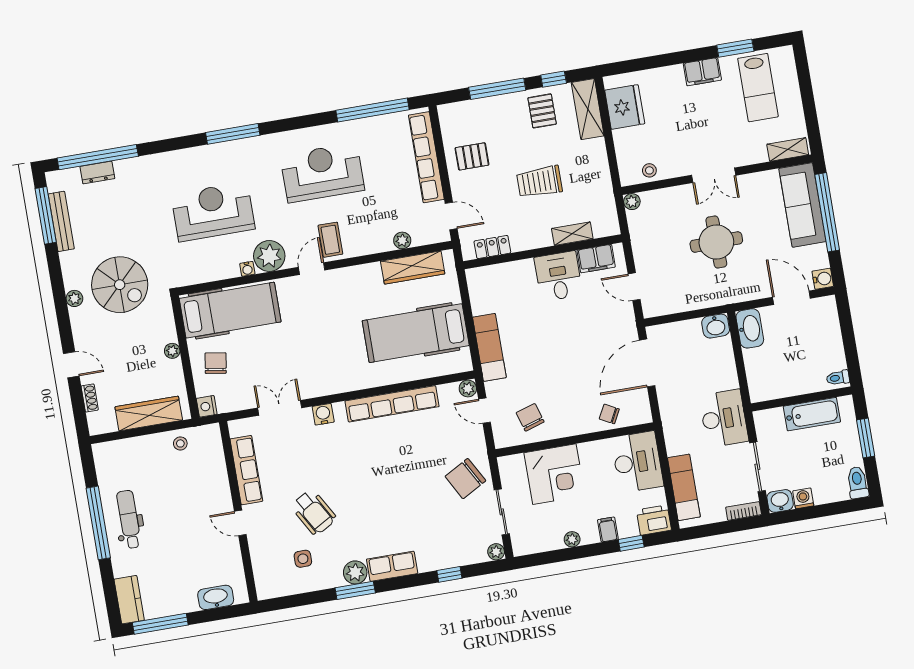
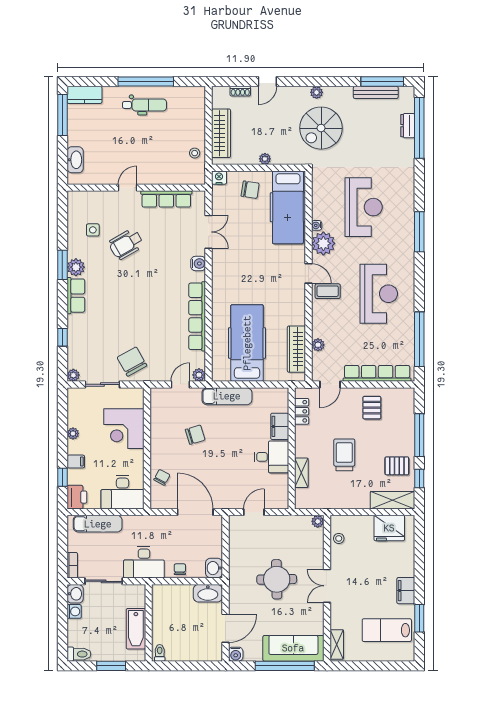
filing cabinet: (596, 259) -> (280, 426), moved
chair: (725, 370) -> (180, 569), added
chair: (530, 417) -> (195, 435), moved

